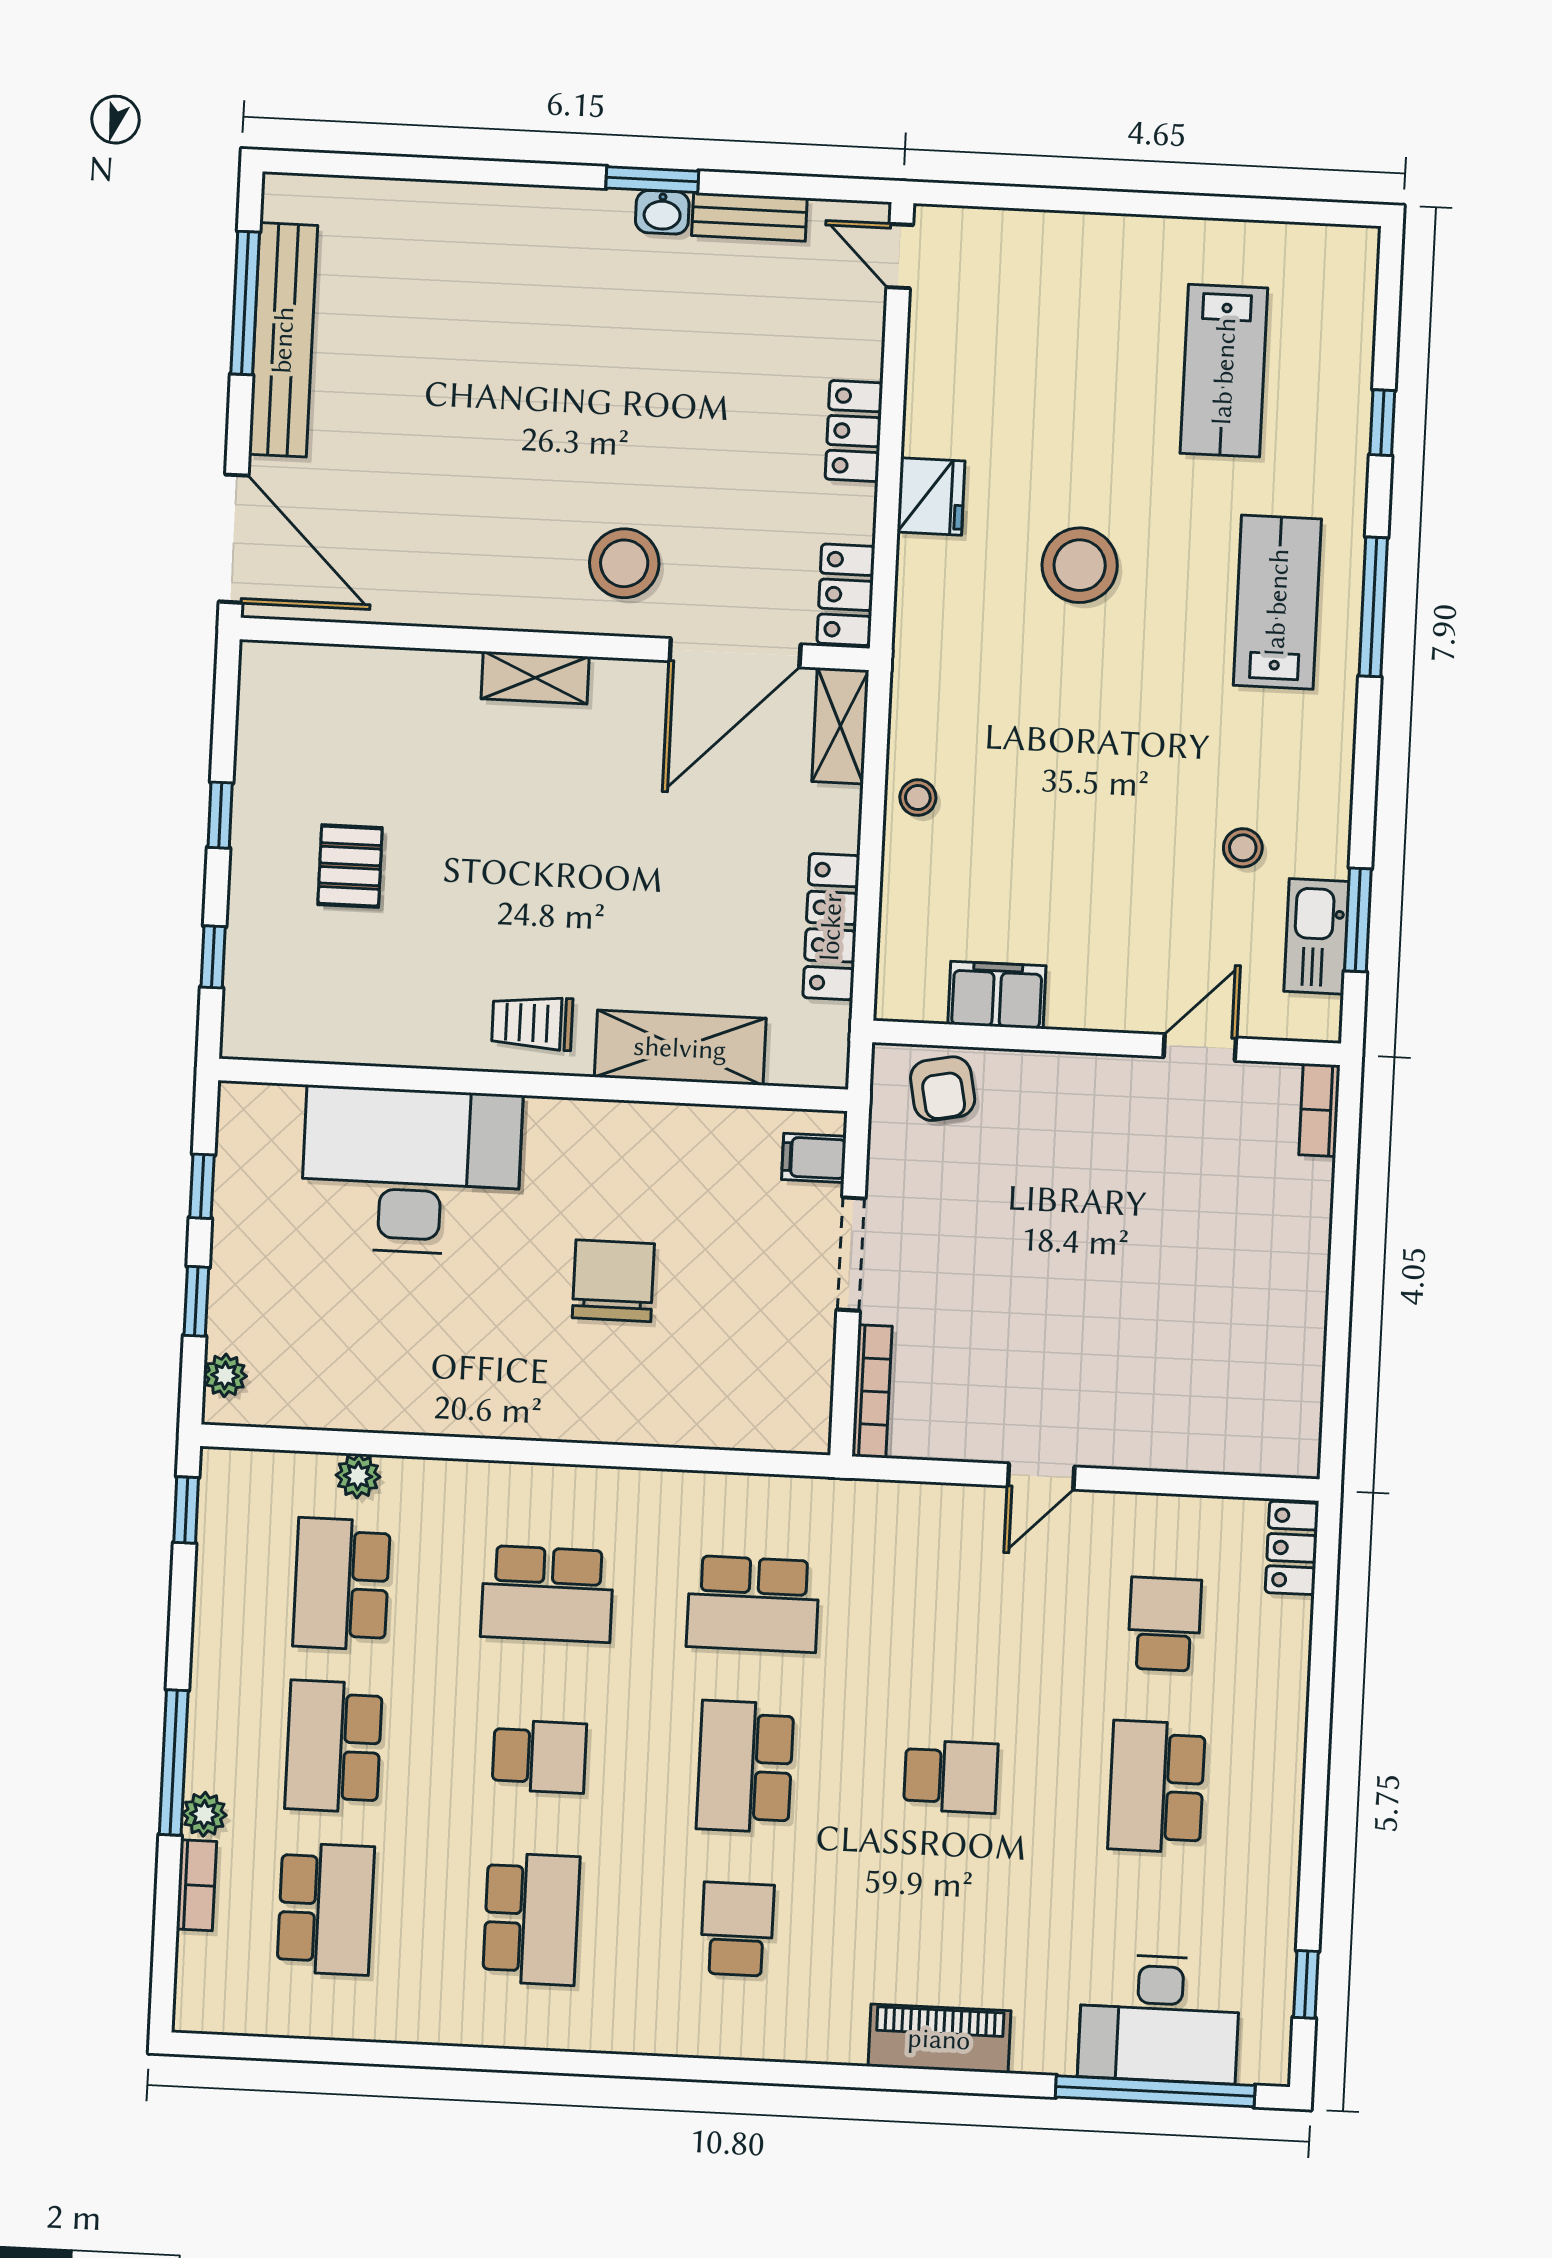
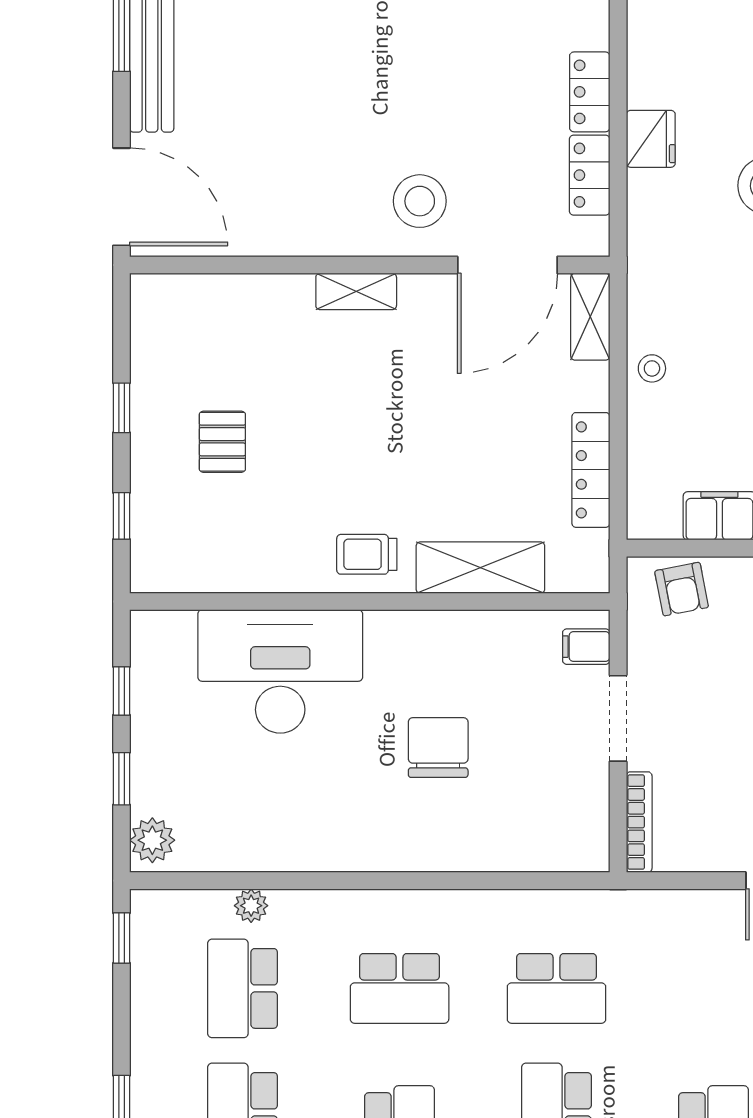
locker: (846, 595) -> (590, 175), moved
plant: (225, 1375) -> (152, 840), width x1.38, depth x1.38

